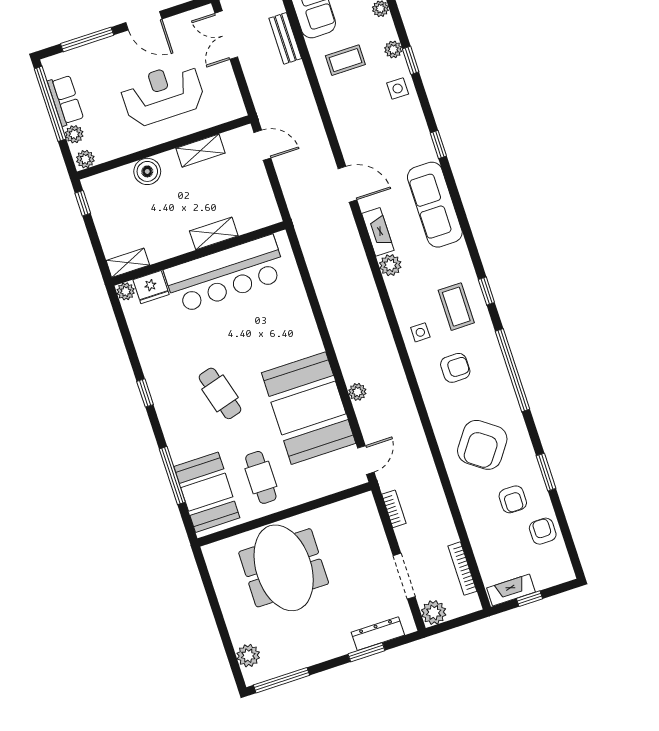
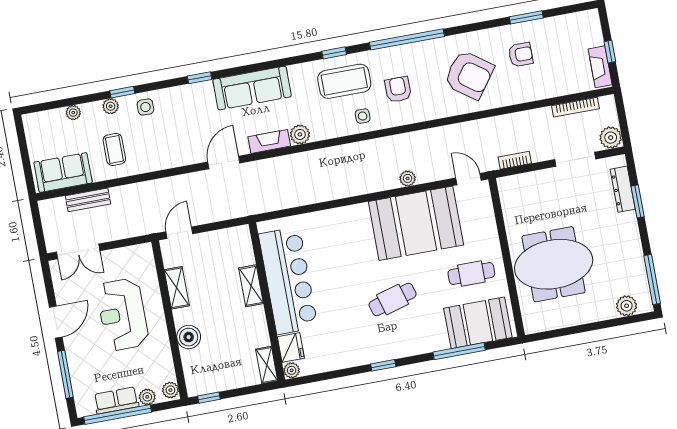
coffee table: (456, 307) -> (344, 81), width x1.36, depth x1.32
window: (546, 472) -> (526, 17), moved
armchair: (543, 531) -> (552, 32), removed

